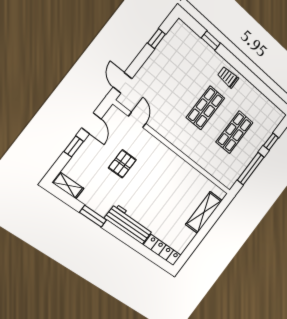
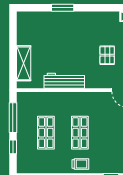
window: (93, 216) -> (63, 8), moved
workbench: (129, 224) -> (64, 81), moved, turned 180
locker: (162, 250) -> (33, 17), removed

